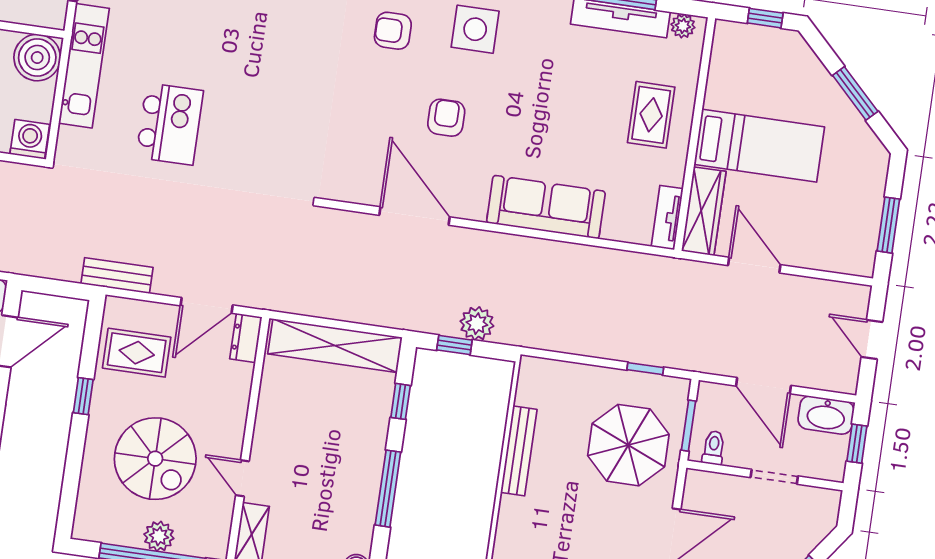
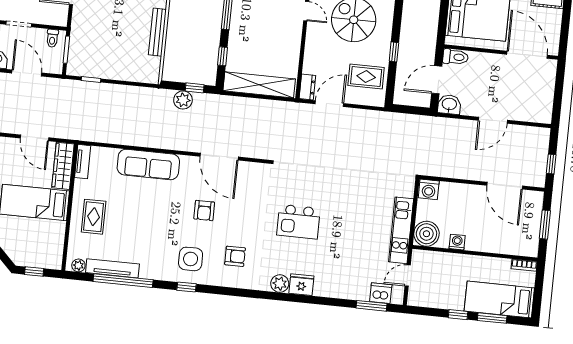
kitchen island: (170, 124) -> (298, 222), moved, turned -90
bench: (117, 276) -> (378, 118), removed
parasol: (628, 445) -> (98, 38), removed

